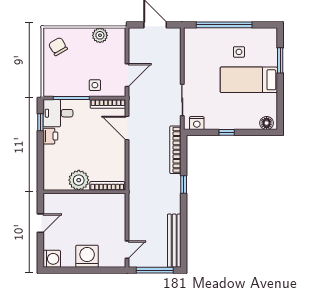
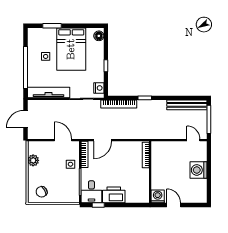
tv unit: (191, 56) -> (49, 92), added
bed: (249, 80) -> (71, 49), width x1.50
printer: (50, 136) -> (114, 195), width x1.87, depth x1.48
plant: (79, 180) -> (142, 176), removed
washing machine: (52, 259) -> (158, 196), moved

